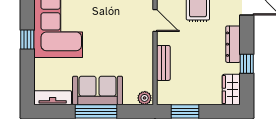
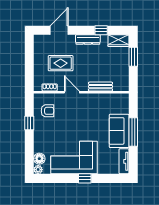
door: (155, 20) -> (72, 92), hinge flipped
plant: (145, 98) -> (124, 99), removed
window: (185, 111) -> (133, 57), moved

